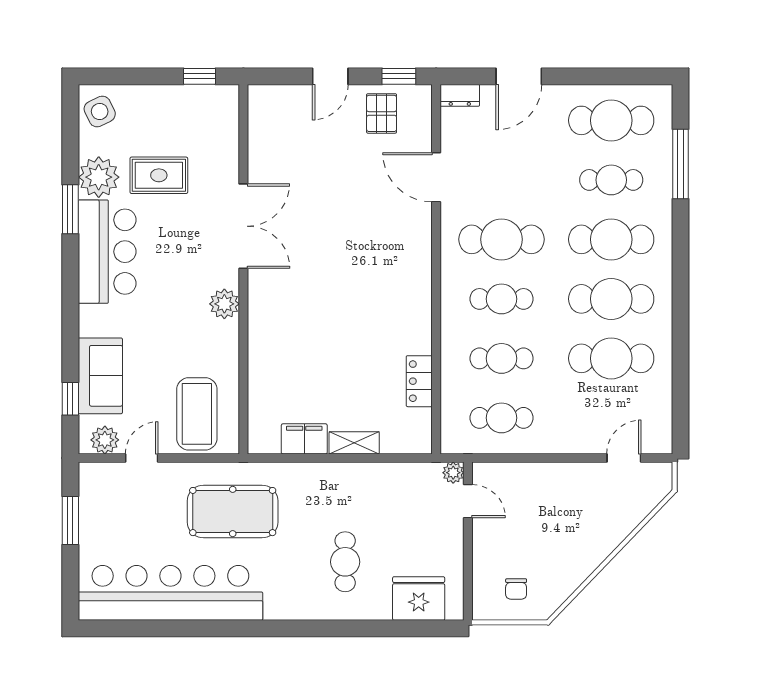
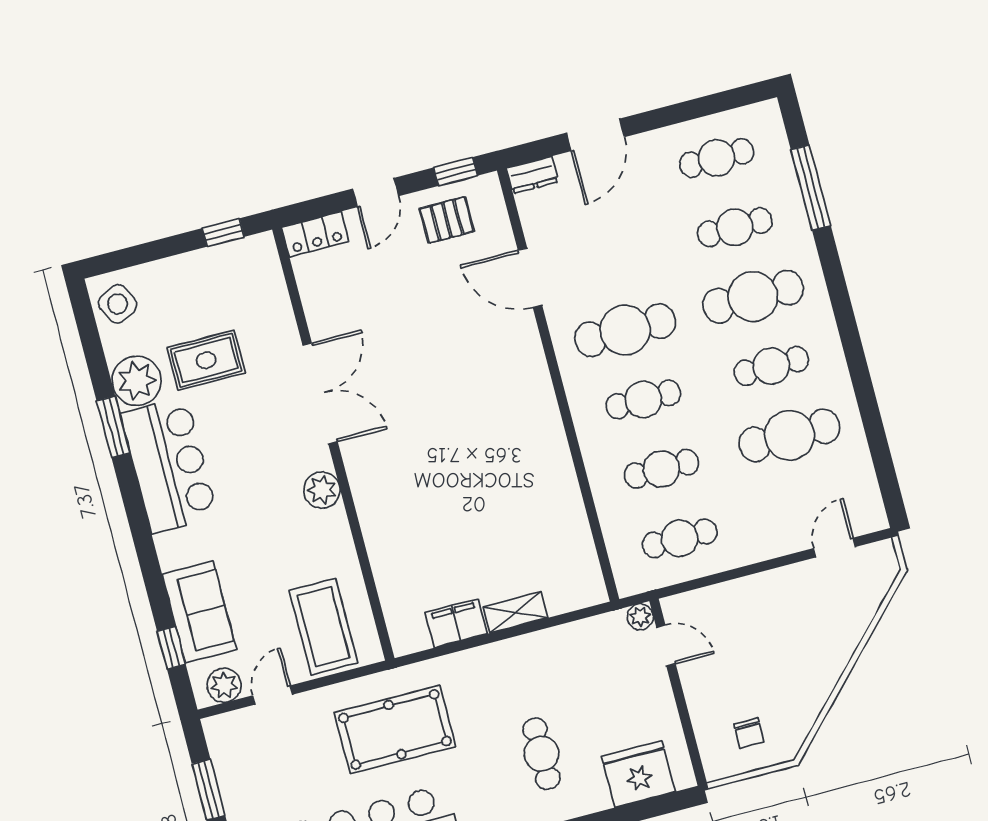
pallet: (382, 113) -> (447, 220), turned 90
cafe table: (611, 120) -> (717, 158), width x0.73, depth x0.74
cafe table: (611, 299) -> (771, 366), width x0.73, depth x0.74
locker: (419, 381) -> (315, 234), moved, turned -90

